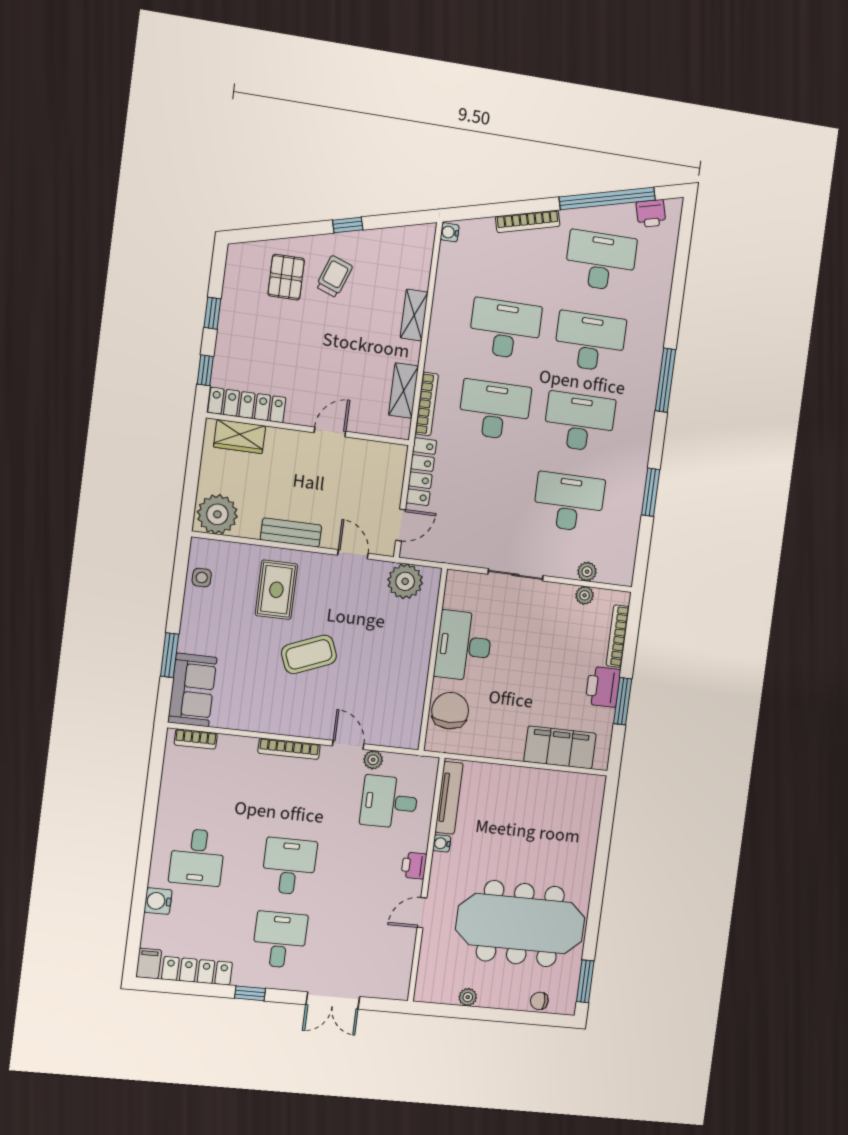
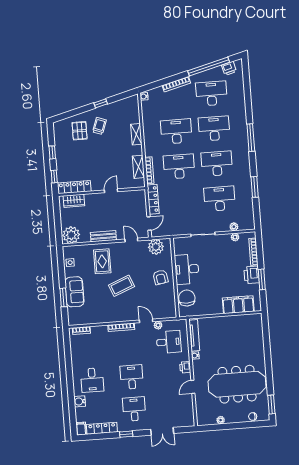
armchair: (401, 652) -> (160, 277), added
sofa: (192, 690) -> (74, 292), moved
desk: (389, 802) -> (169, 342), turned 180

